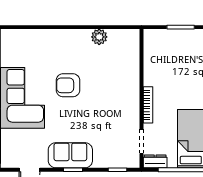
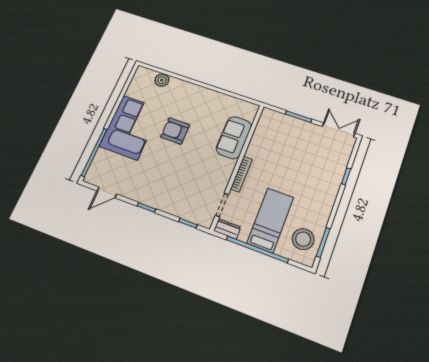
plant: (99, 37) -> (162, 80), moved
sofa: (70, 155) -> (234, 138), moved, turned -90

